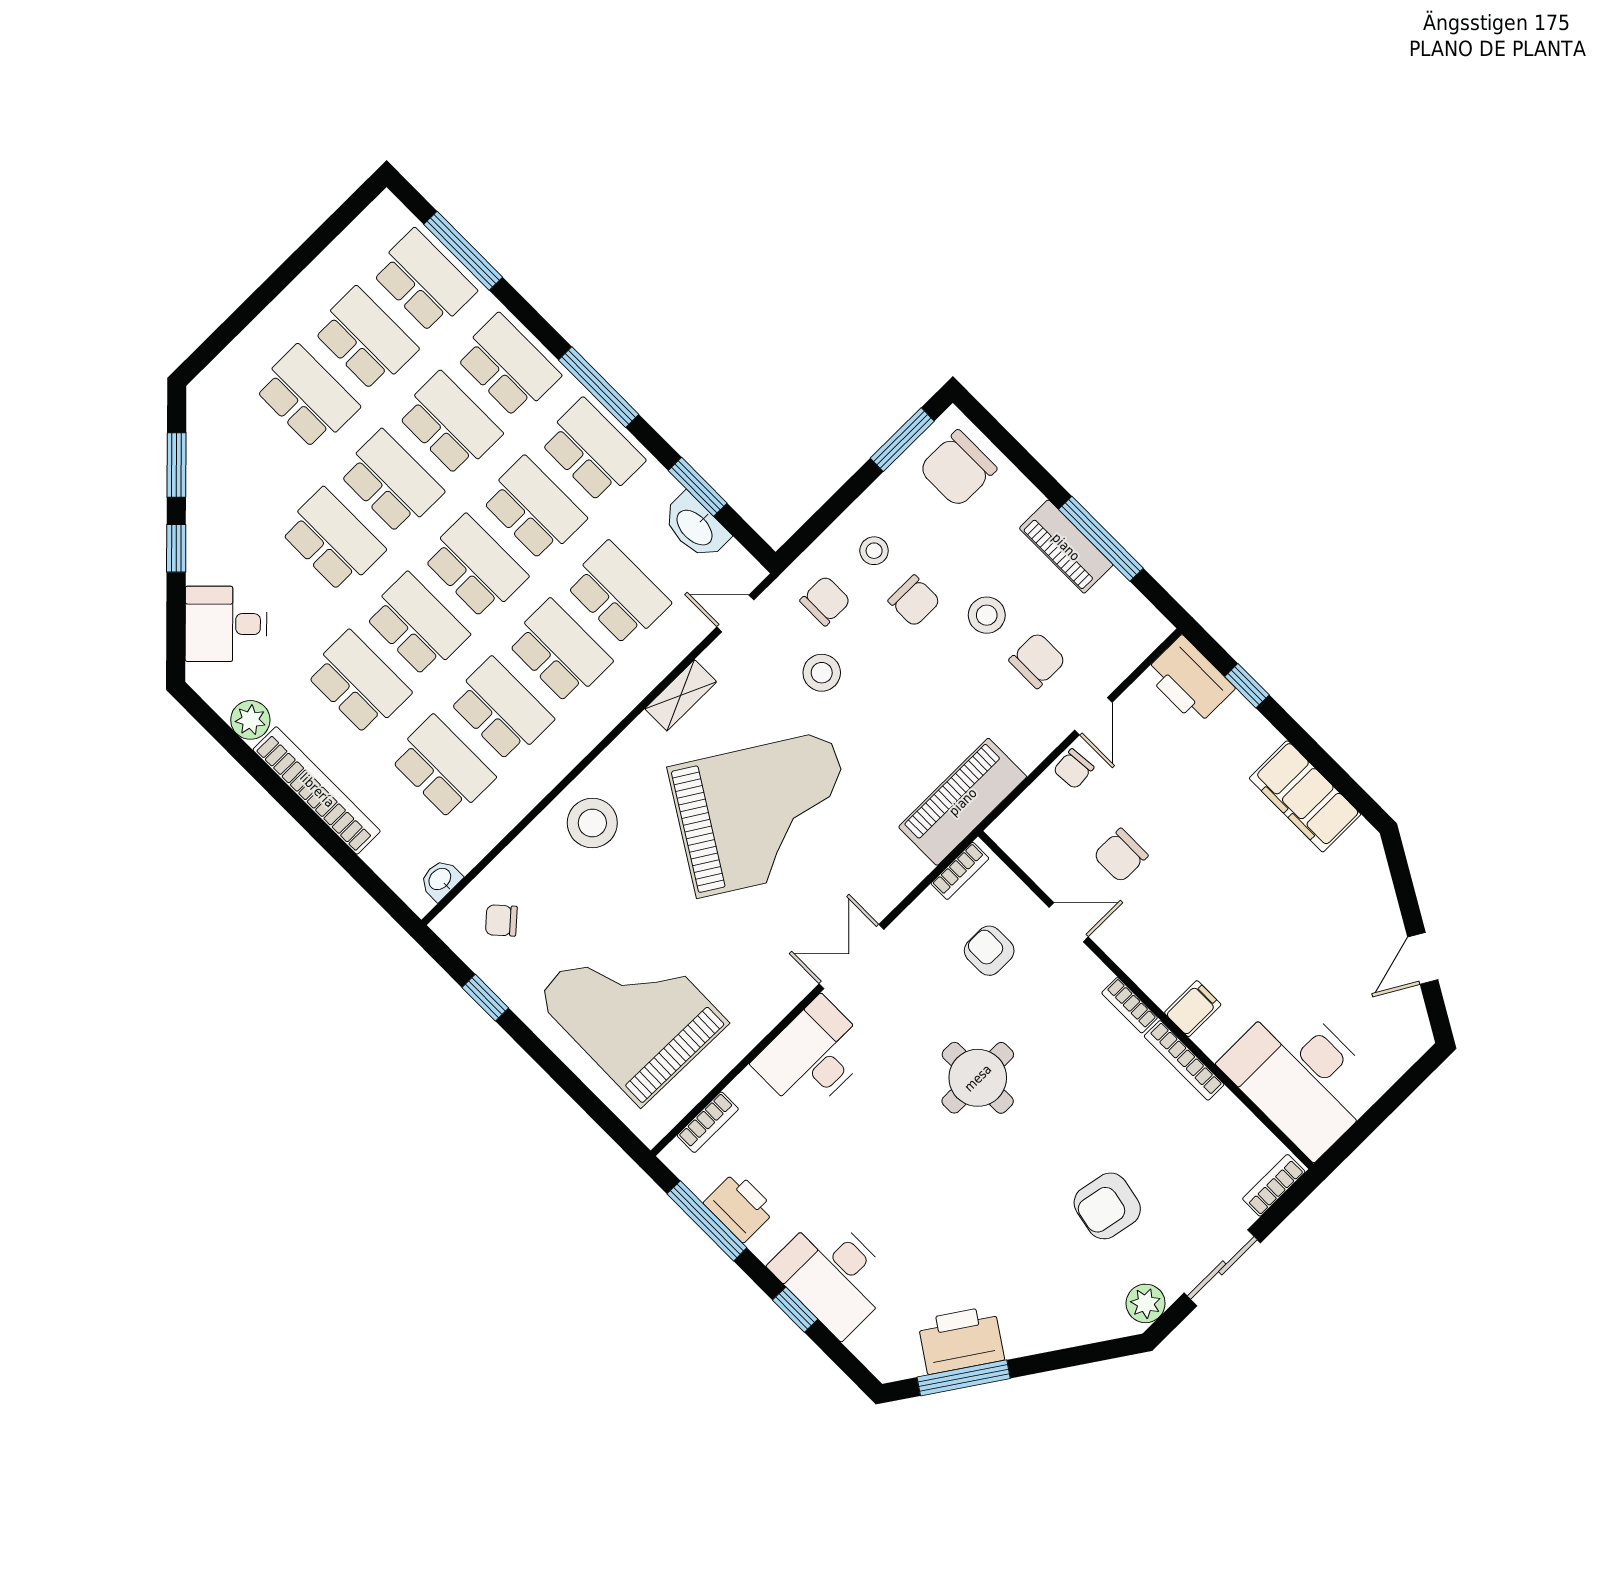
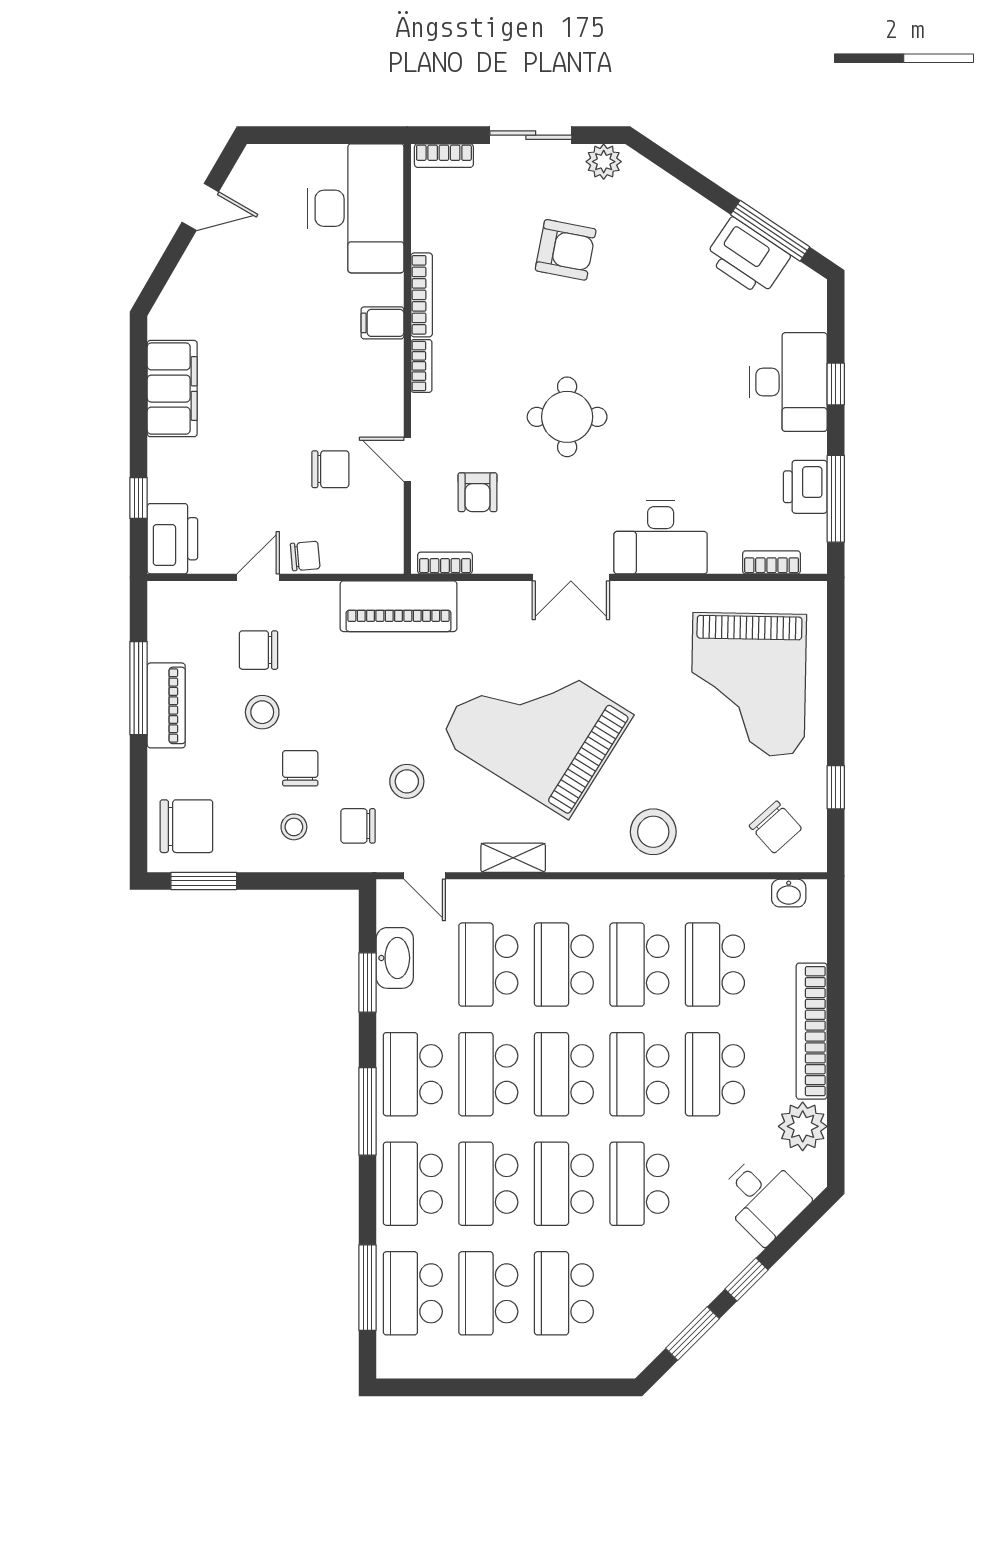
plant: (250, 720) -> (803, 1126), width x1.36, depth x1.36
chair: (501, 920) -> (775, 827), width x1.37, depth x1.37

